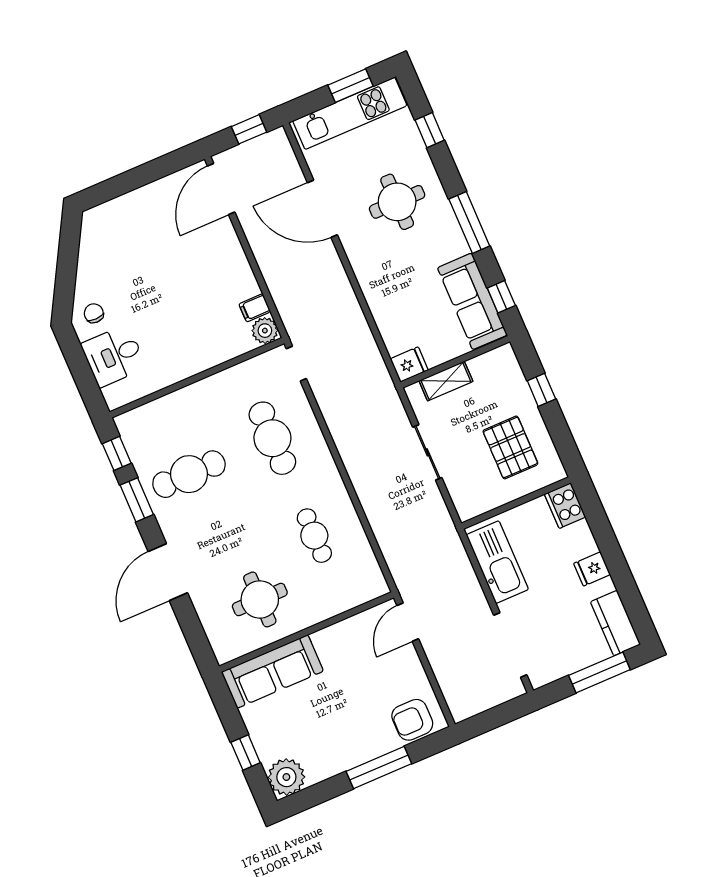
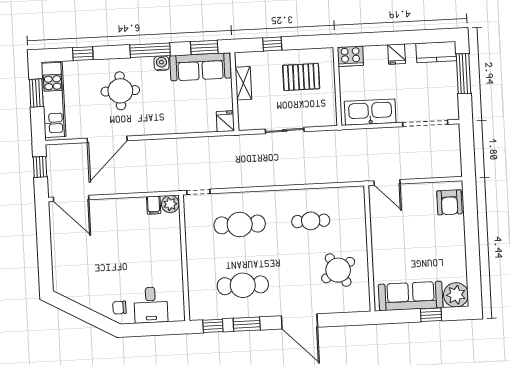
water cooler: (457, 245) -> (162, 63), added
window: (501, 297) -> (204, 47), width x1.50
shelving: (446, 381) -> (243, 83), moved
cafe table: (189, 474) -> (243, 285), turned 90
round table: (260, 599) -> (338, 270), turned -32
sofa: (272, 671) -> (411, 296), moved, turned -90
window: (379, 768) -> (472, 235), removed

